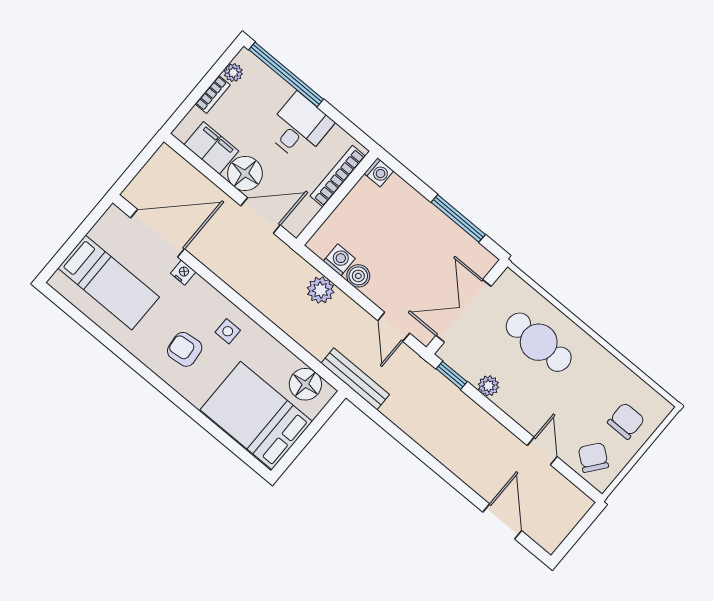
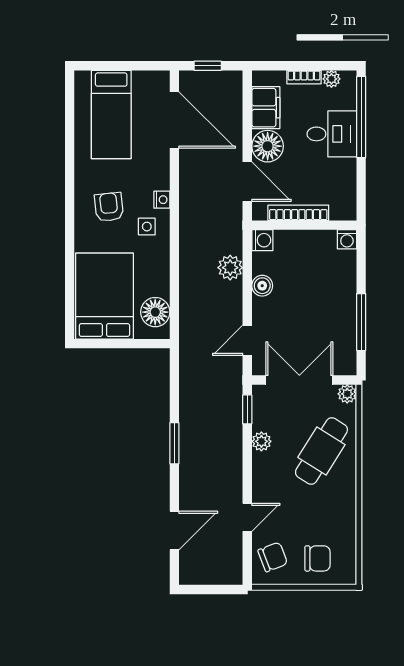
desk: (299, 127) -> (332, 134), moved
window: (135, 167) -> (208, 66), added
bookcase: (338, 176) -> (298, 213), moved
washing machine: (339, 260) -> (262, 240), moved
nightstand: (183, 273) -> (162, 200), moved
plant: (509, 280) -> (347, 394), added
cafe table: (539, 342) -> (321, 451), turned 32
bench: (355, 379) -> (188, 344), removed
chair: (593, 457) -> (273, 557), turned 31
window: (429, 460) -> (174, 443), added

